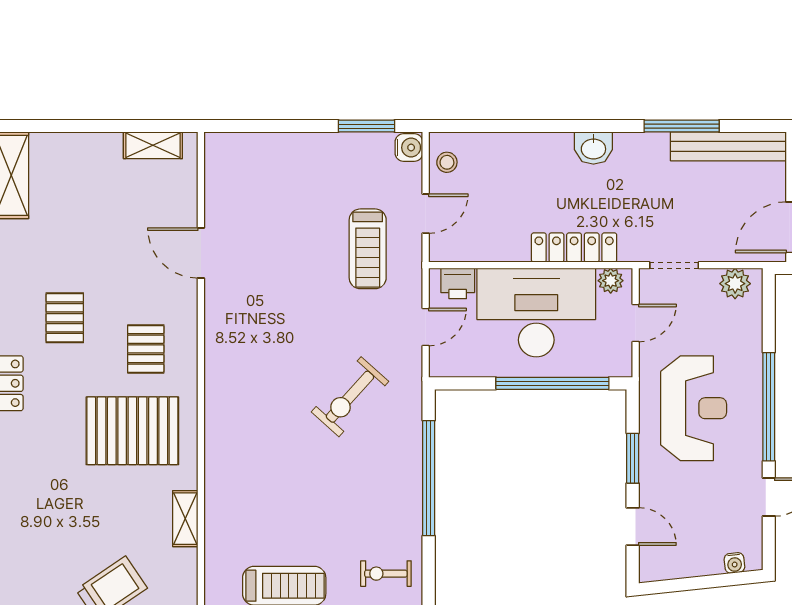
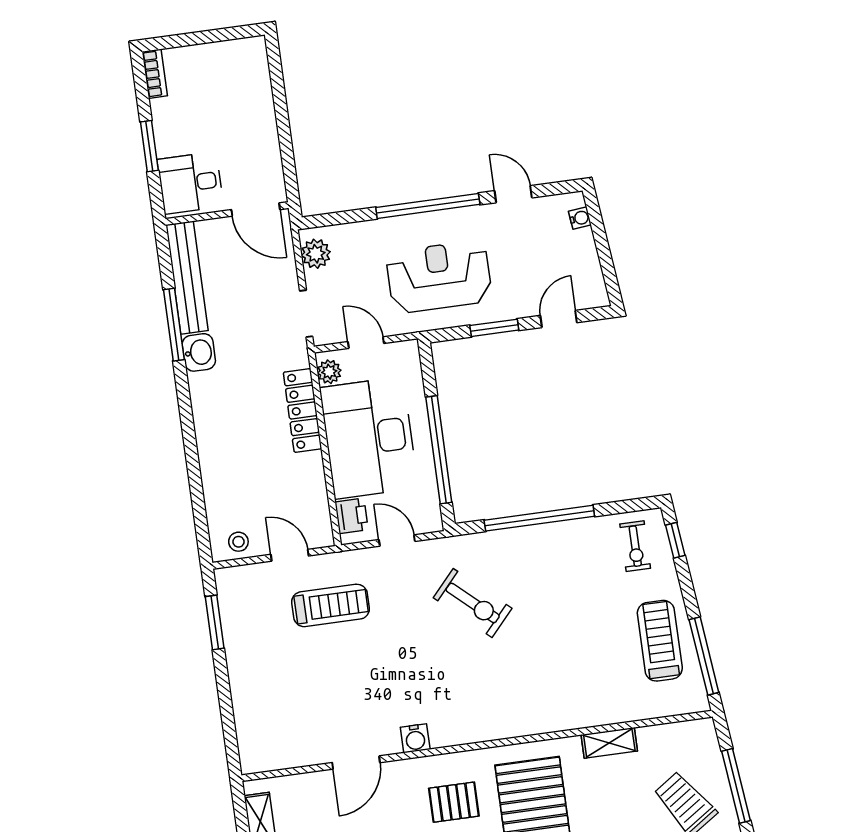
water cooler: (409, 148) -> (415, 738), moved, turned 180
washbasin: (593, 148) -> (199, 352), moved
window: (552, 383) -> (439, 450), moved

